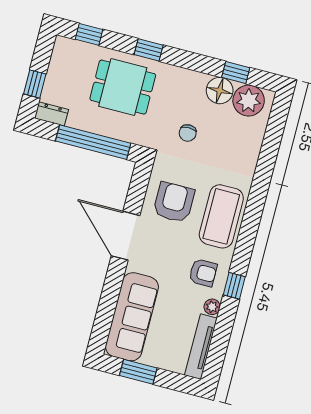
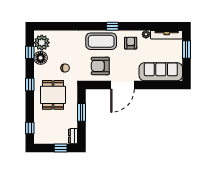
window: (149, 50) -> (30, 84), moved
dining table: (123, 87) -> (53, 95), moved
window: (93, 142) -> (81, 112), width x0.47
window: (234, 286) -> (112, 26), moved
window: (138, 372) -> (187, 50), moved

